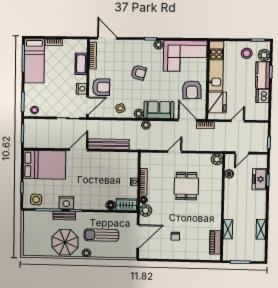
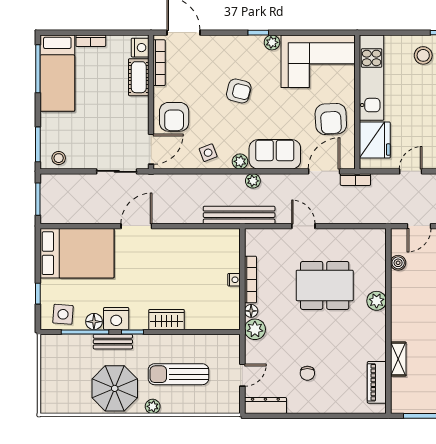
armchair: (101, 87) -> (174, 117), turned 90
nightstand: (81, 89) -> (140, 48), moved
door: (187, 120) -> (324, 171), hinge flipped
bench: (109, 144) -> (239, 215), moved
door: (175, 152) -> (303, 226), hinge flipped
plant: (217, 159) -> (377, 301), moved
dining table: (186, 186) -> (325, 285), width x1.38
wardrobe: (126, 204) -> (167, 320), moved
floor lamp: (111, 205) -> (94, 322), moved
door: (138, 236) -> (242, 375), width x0.53
dresser: (151, 254) -> (265, 406), added

